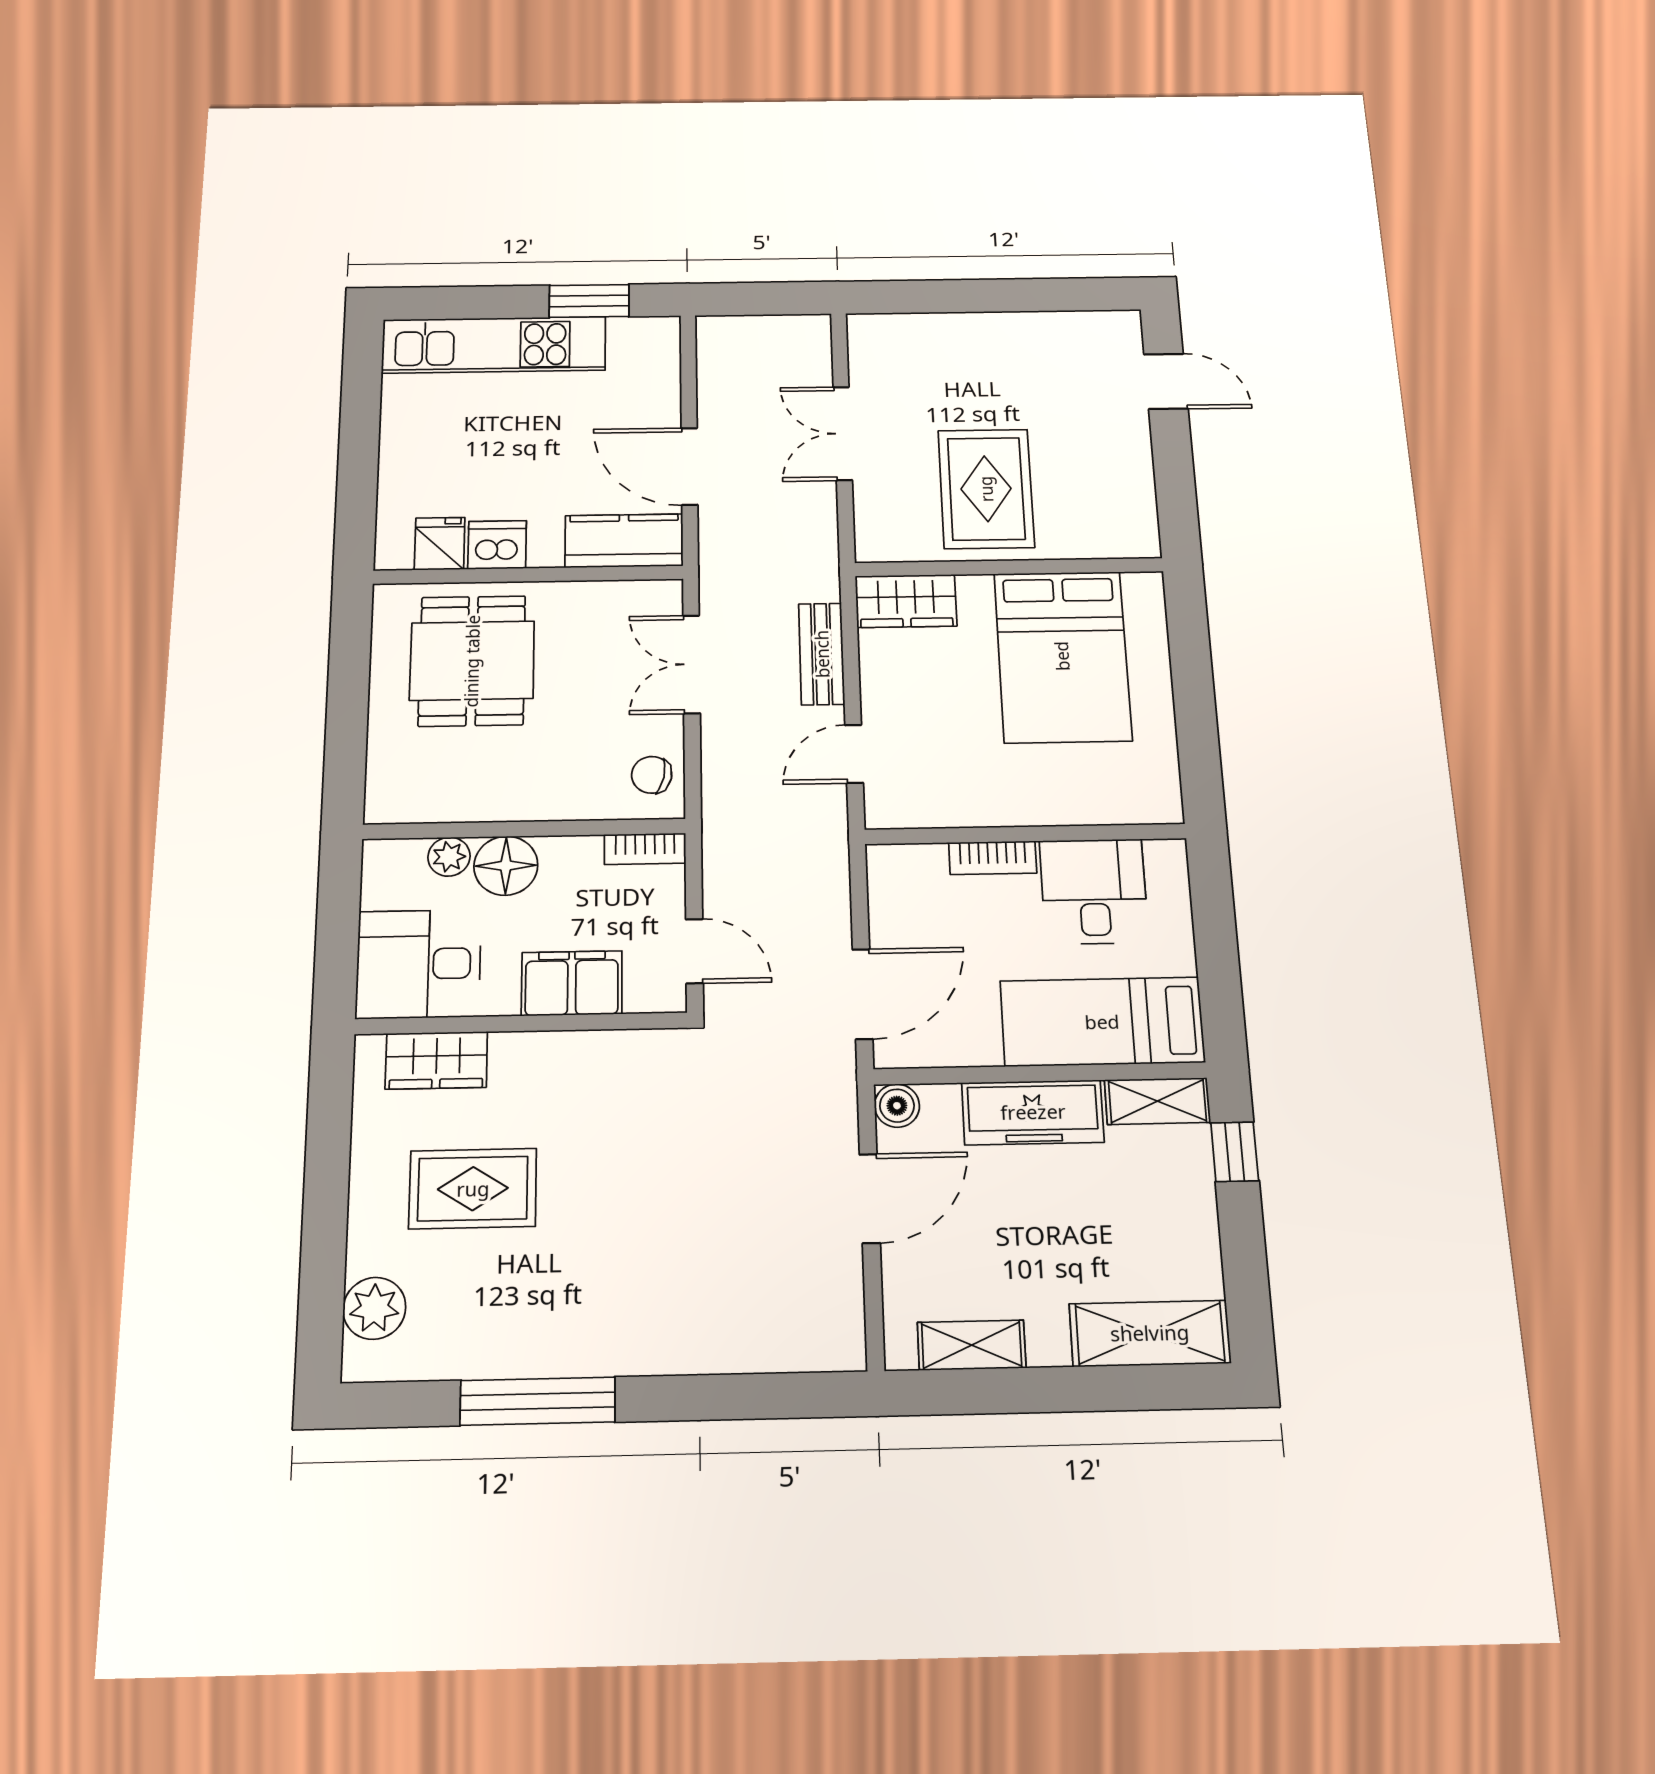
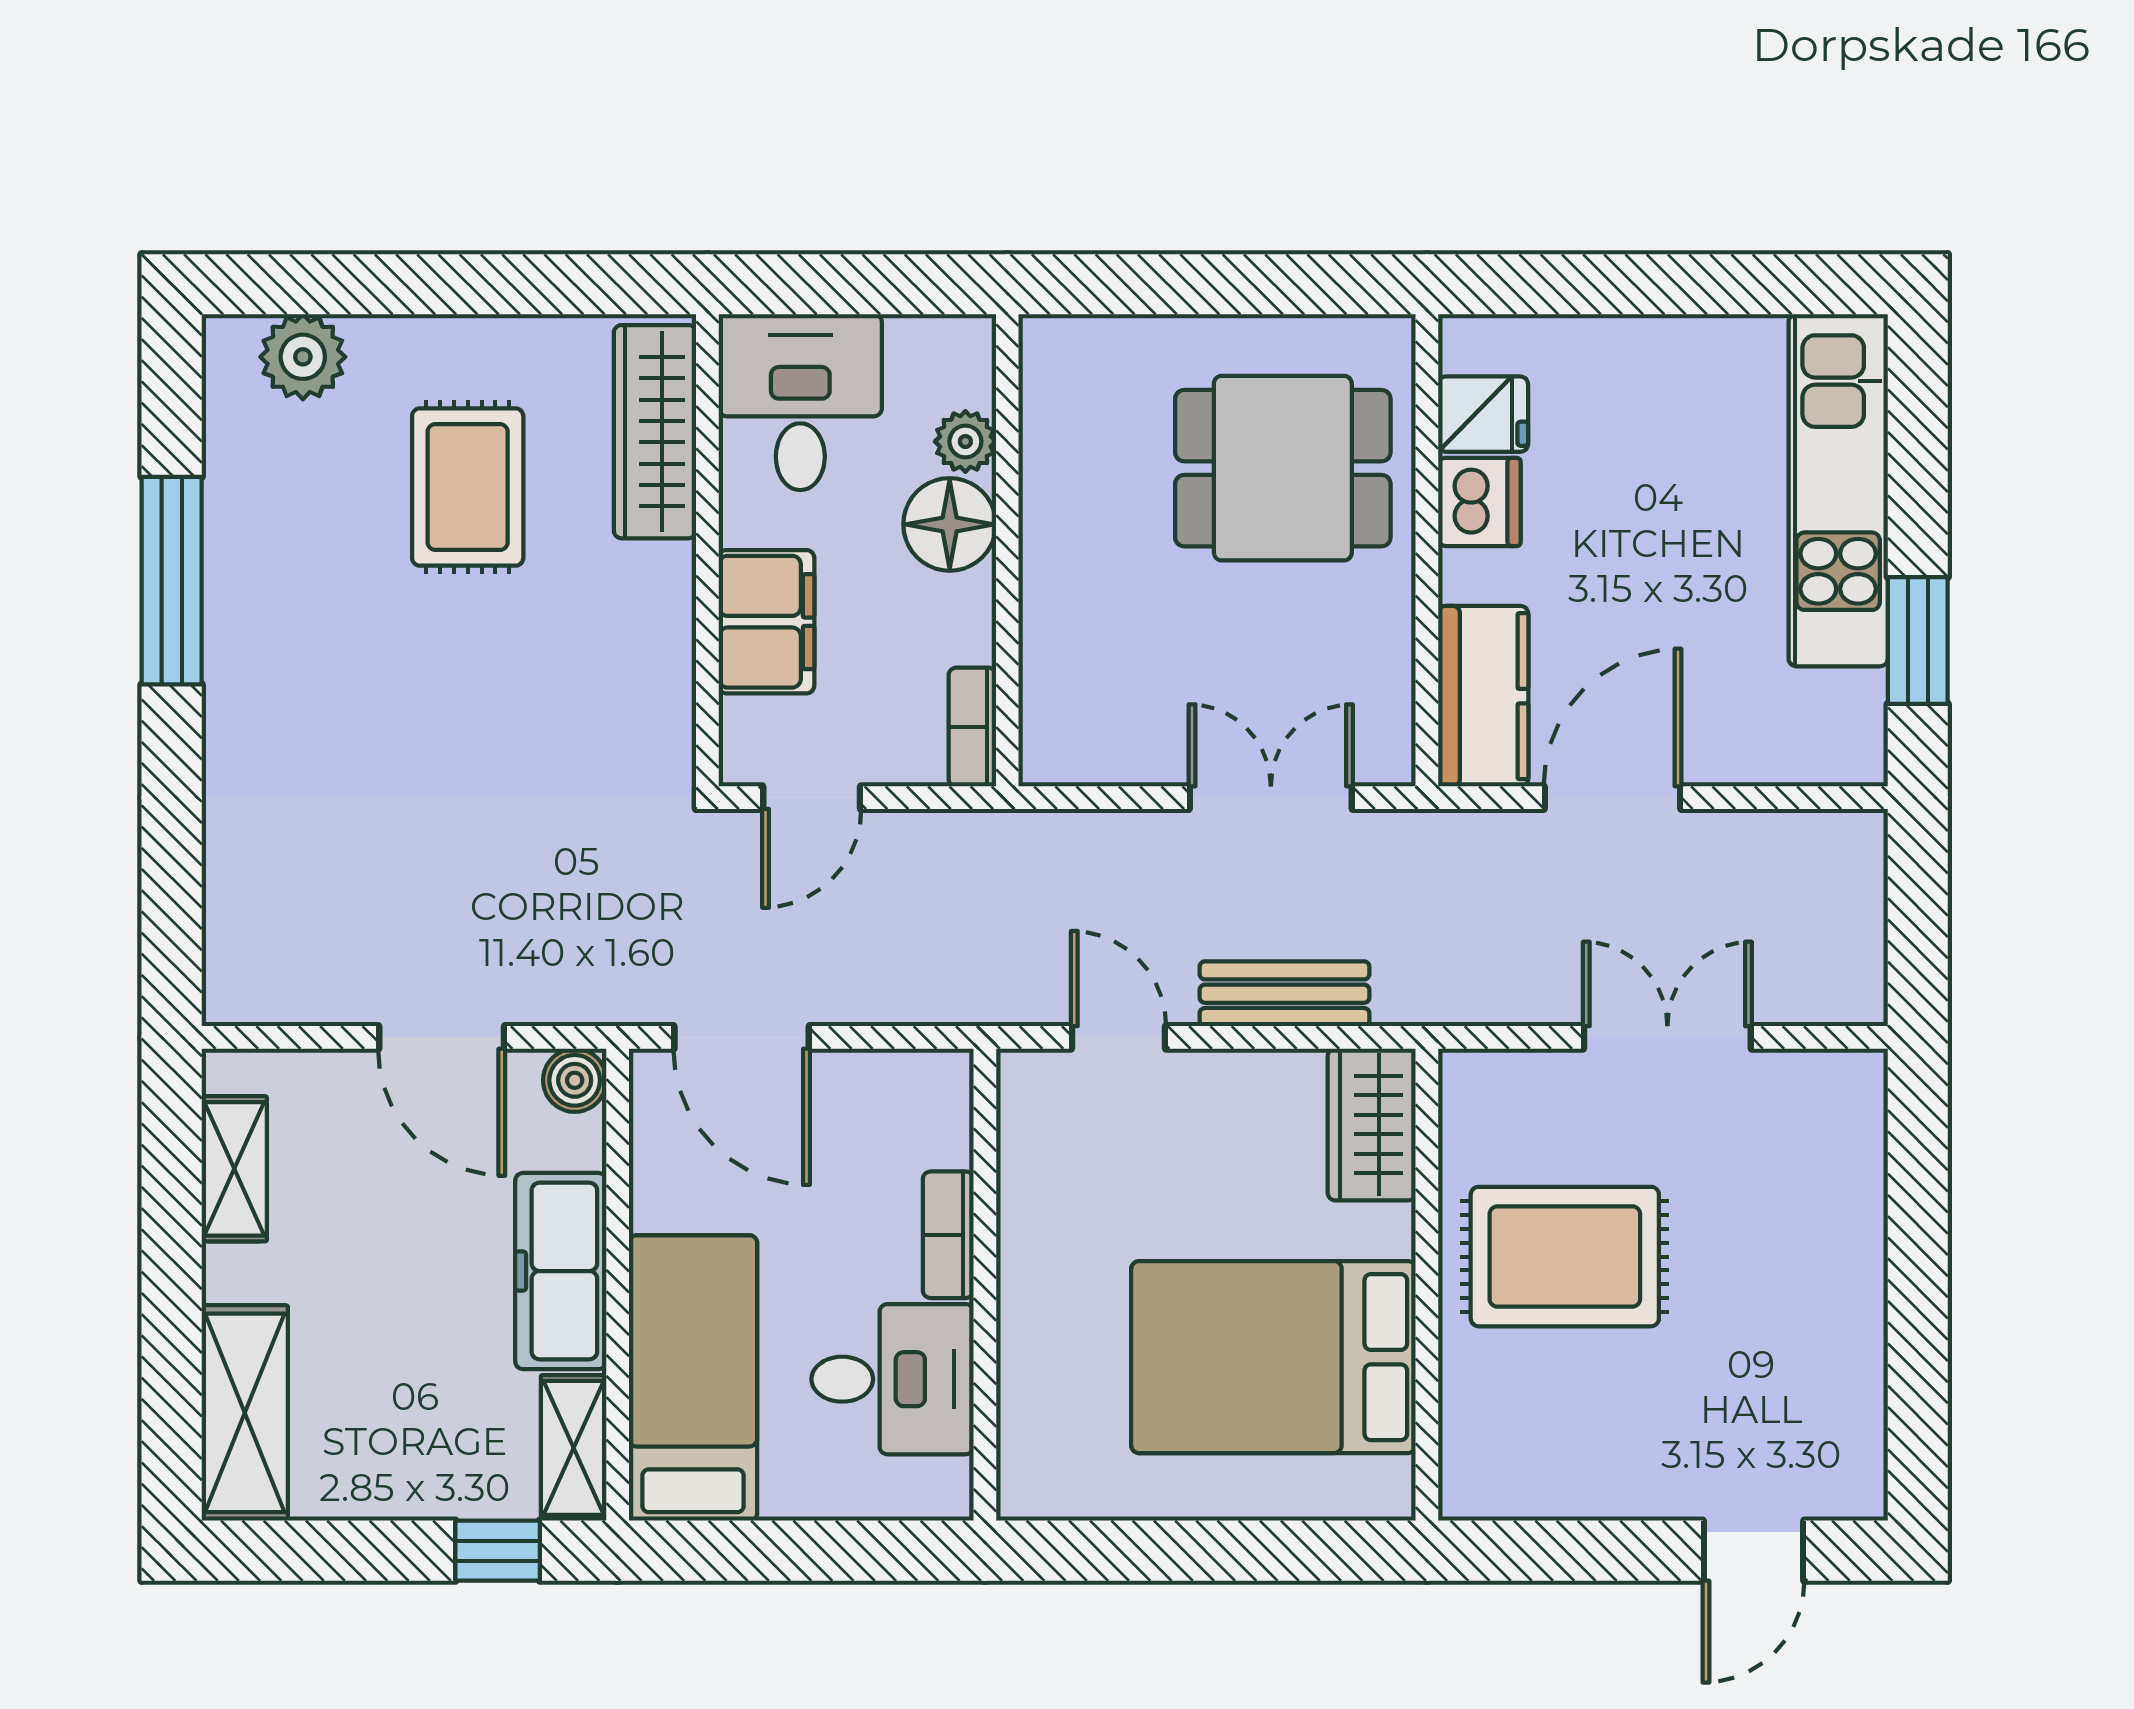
chair: (652, 775) -> (1090, 737), removed
wardrobe: (436, 1060) -> (655, 432), width x1.50

